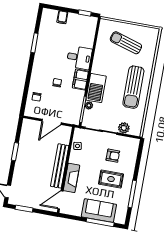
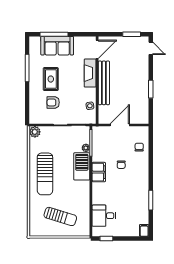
filing cabinet: (62, 17) -> (144, 230), moved
desk: (79, 58) -> (104, 216), moved
sun lounger: (133, 87) -> (45, 174), turned 180
plant: (124, 128) -> (35, 132), moved
rug: (111, 179) -> (51, 79), turned 90

